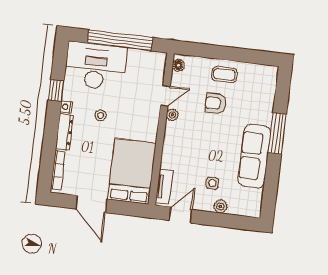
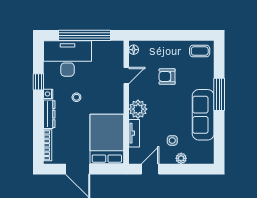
coffee table: (224, 75) -> (200, 51), moved
plant: (172, 115) -> (138, 109), moved, width x1.88, depth x1.88
tv unit: (164, 187) -> (134, 133), moved

